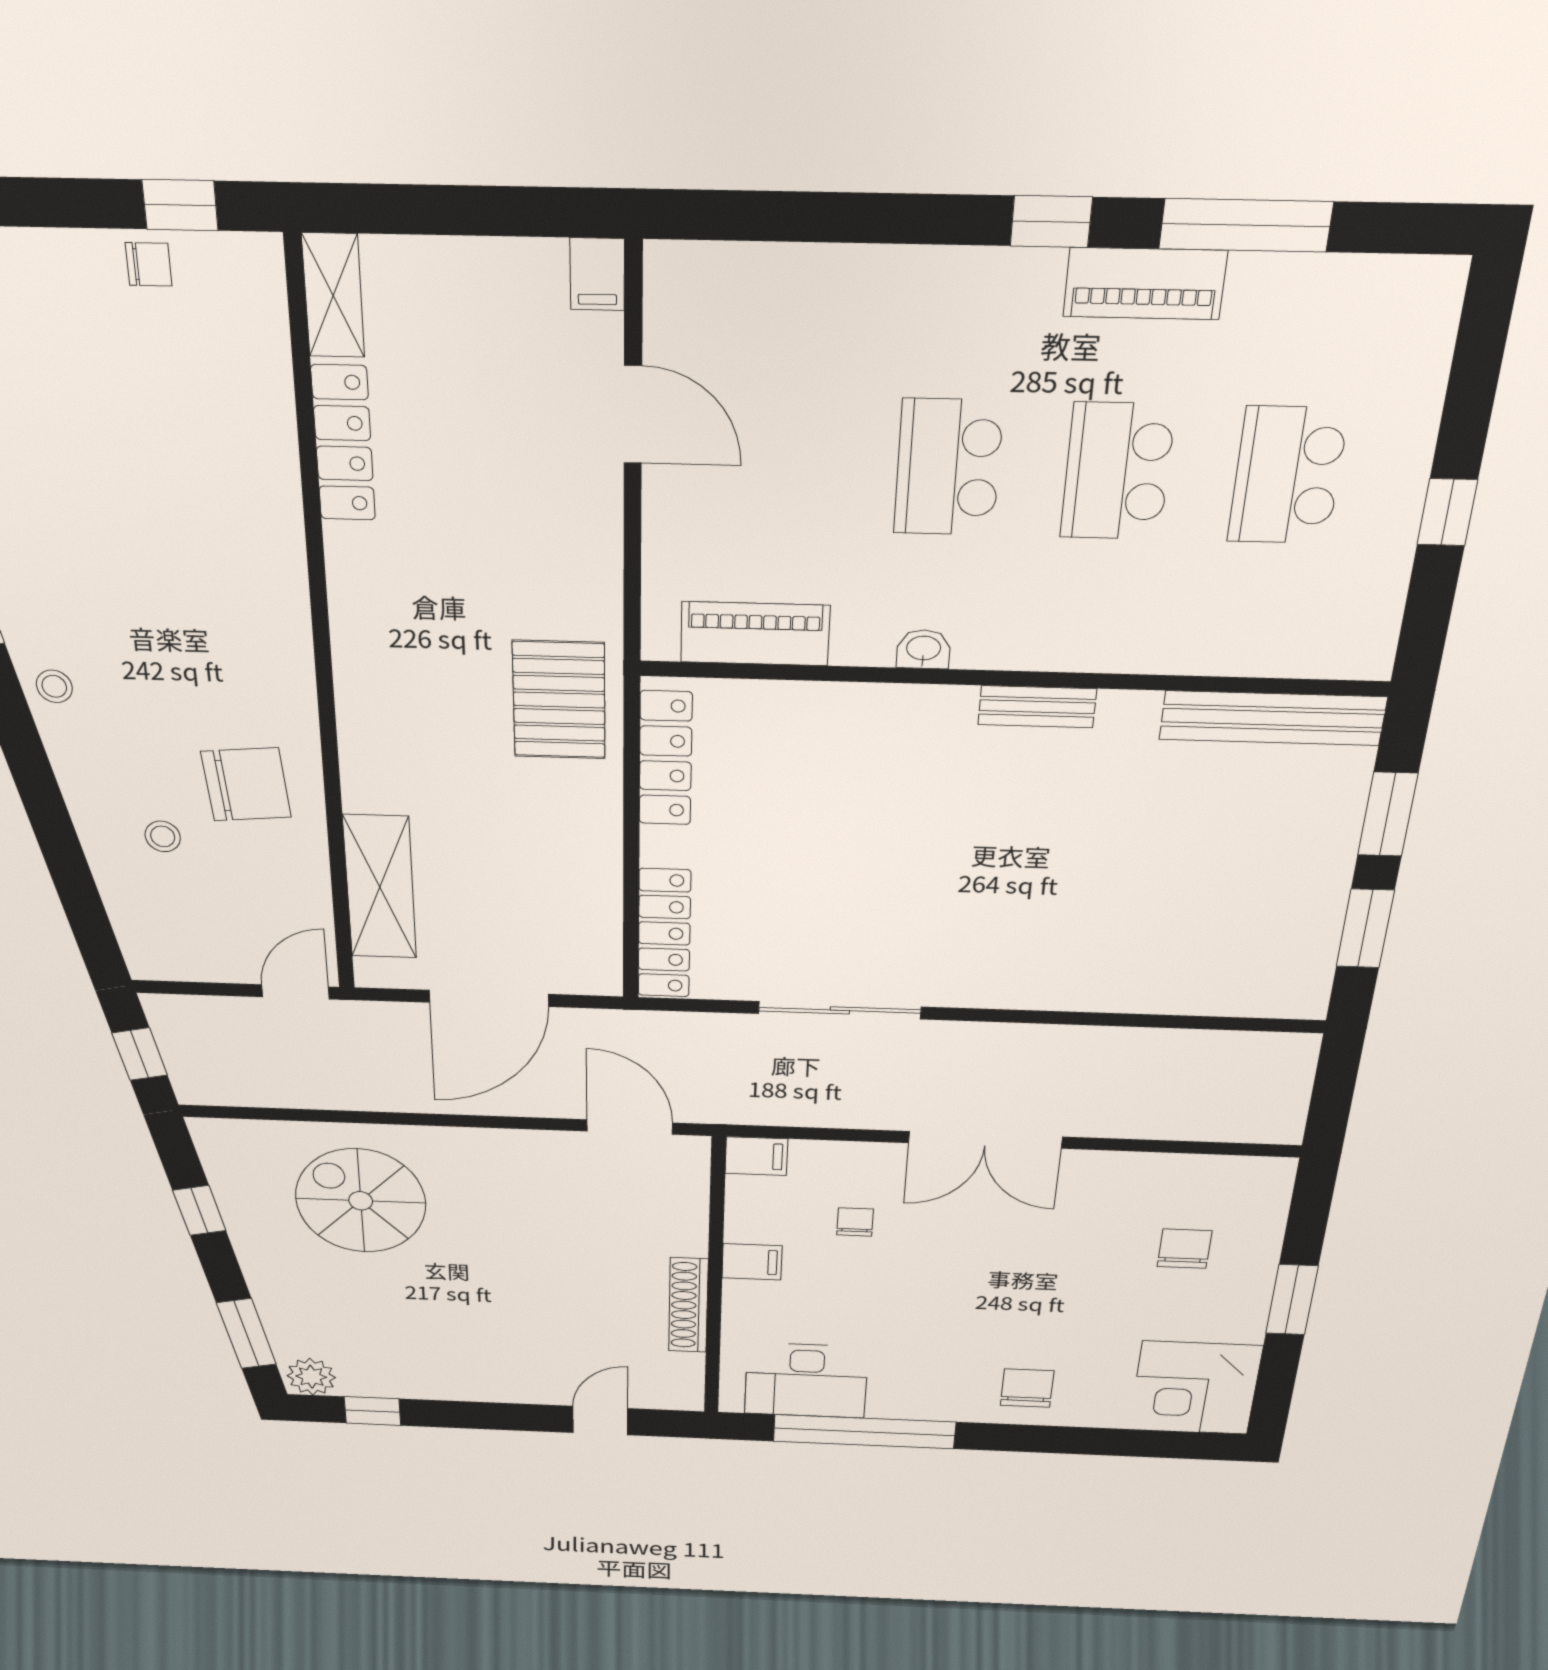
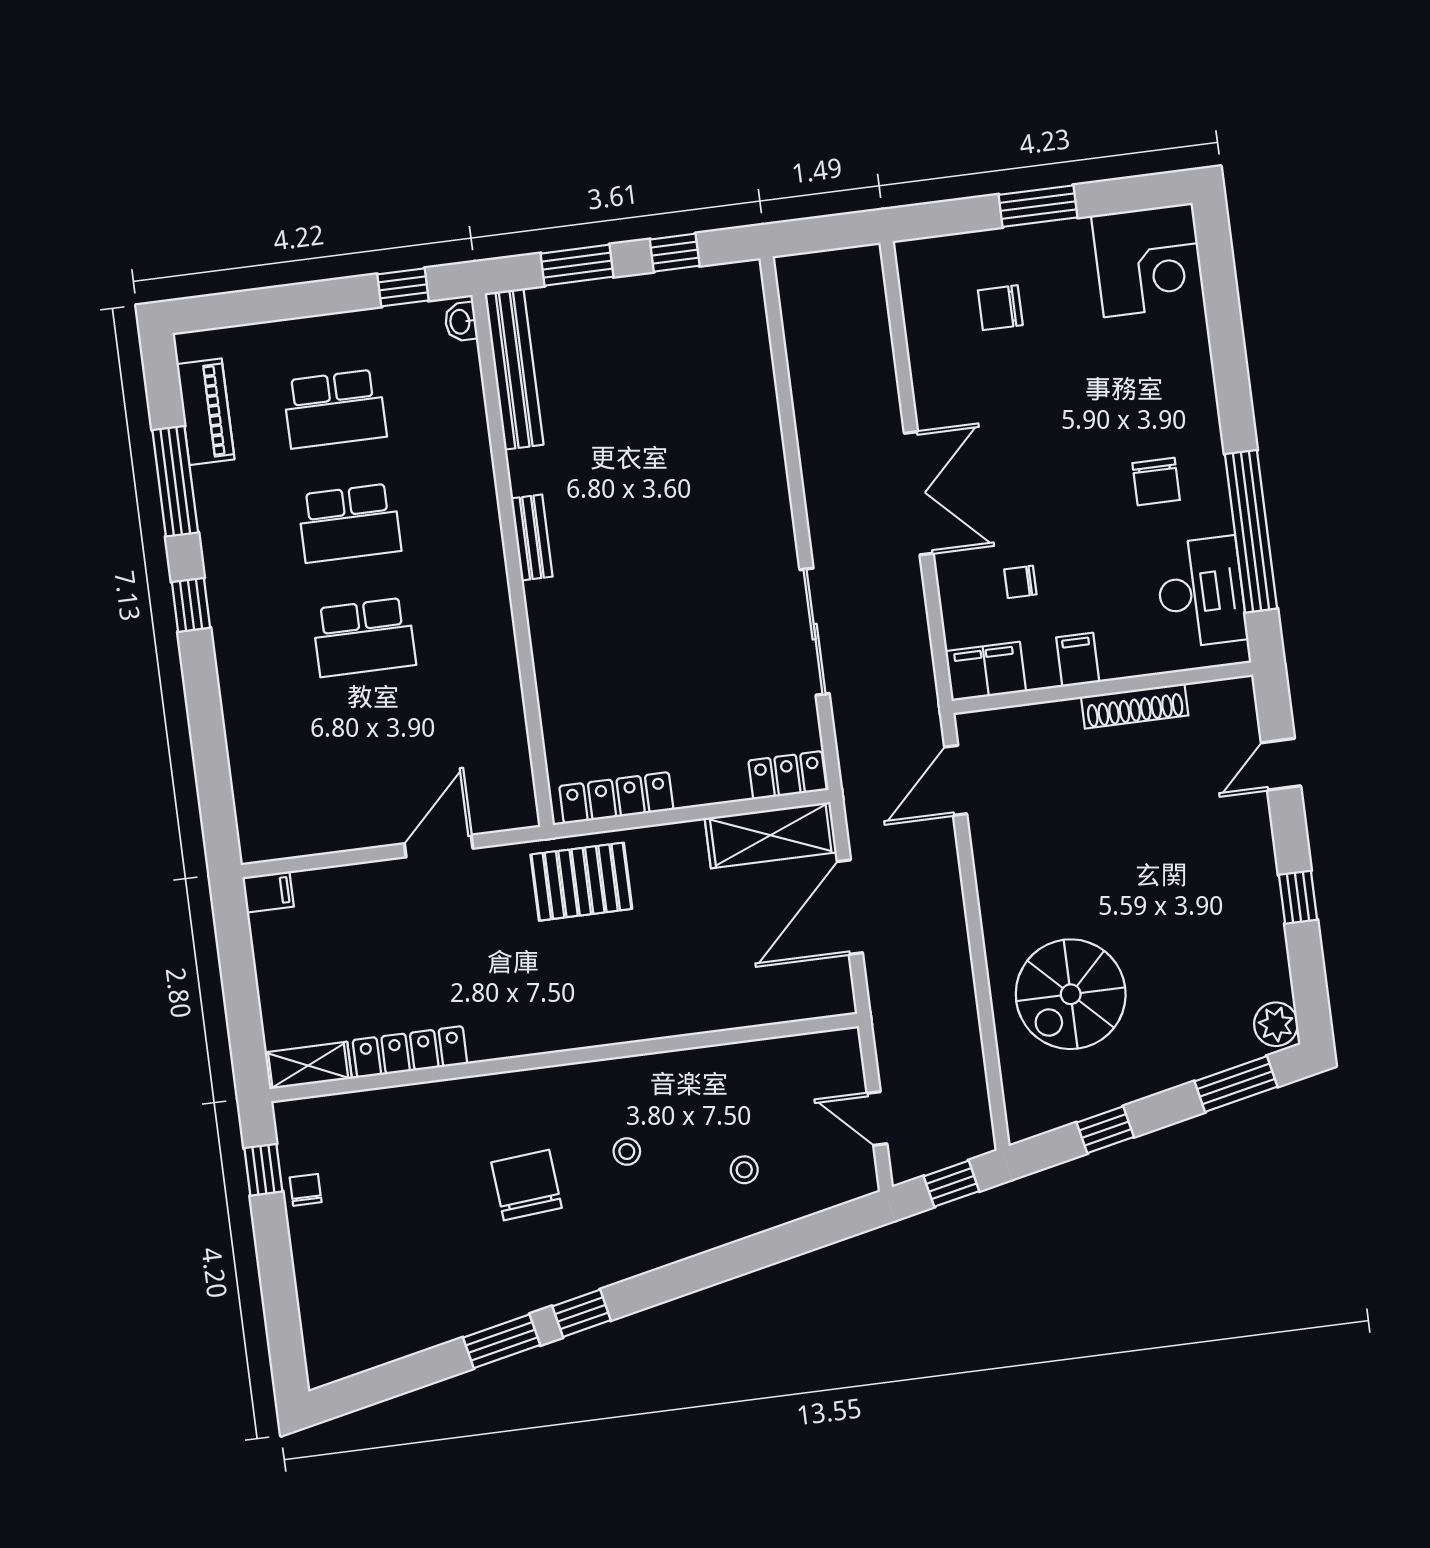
piano: (1145, 284) -> (205, 412), moved
door: (633, 415) -> (439, 846), moved
window: (1447, 512) -> (403, 287), moved
piano: (755, 634) -> (507, 748), removed
washbasin: (923, 649) -> (461, 322), moved
stool: (54, 686) -> (627, 1152), moved
chair: (246, 784) -> (527, 1185), moved
shelving: (380, 887) -> (771, 835), moved
window: (1365, 928) -> (675, 253), width x0.67
locker: (664, 933) -> (787, 775), width x0.66
door: (295, 992) -> (877, 1118), moved
door: (489, 998) -> (850, 907), swing flipped
filing cabinet: (756, 1156) -> (986, 671), width x2.00
chair: (1027, 1388) -> (1156, 482), moved, turned -90
window: (372, 1411) -> (1298, 897), moved
door: (600, 1421) -> (1281, 764), hinge flipped

